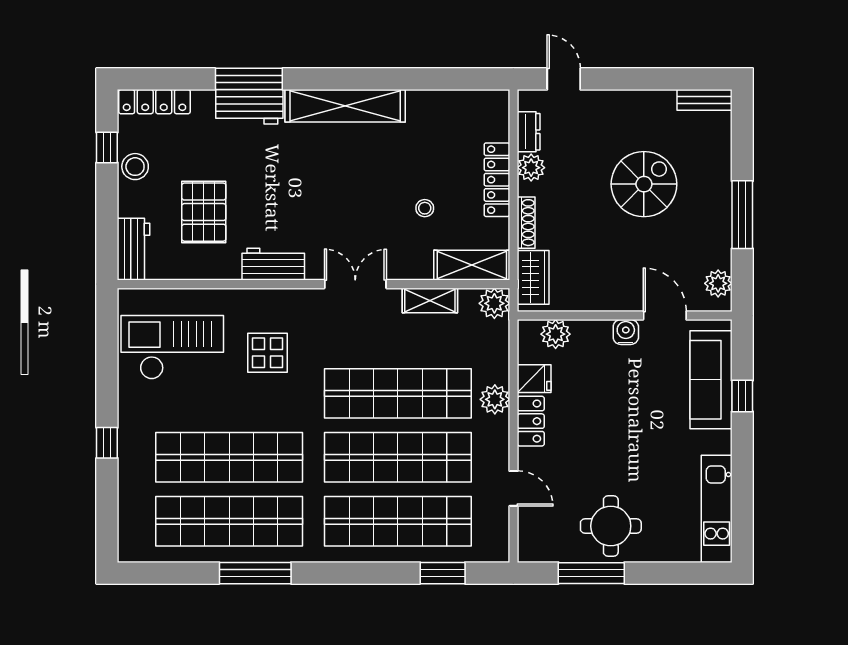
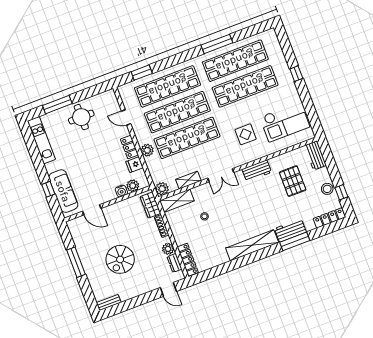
locker: (497, 180) -> (188, 260), moved
plant: (718, 283) -> (75, 231), removed
water cooler: (626, 332) -> (121, 191), moved
window: (591, 573) -> (57, 105), moved

